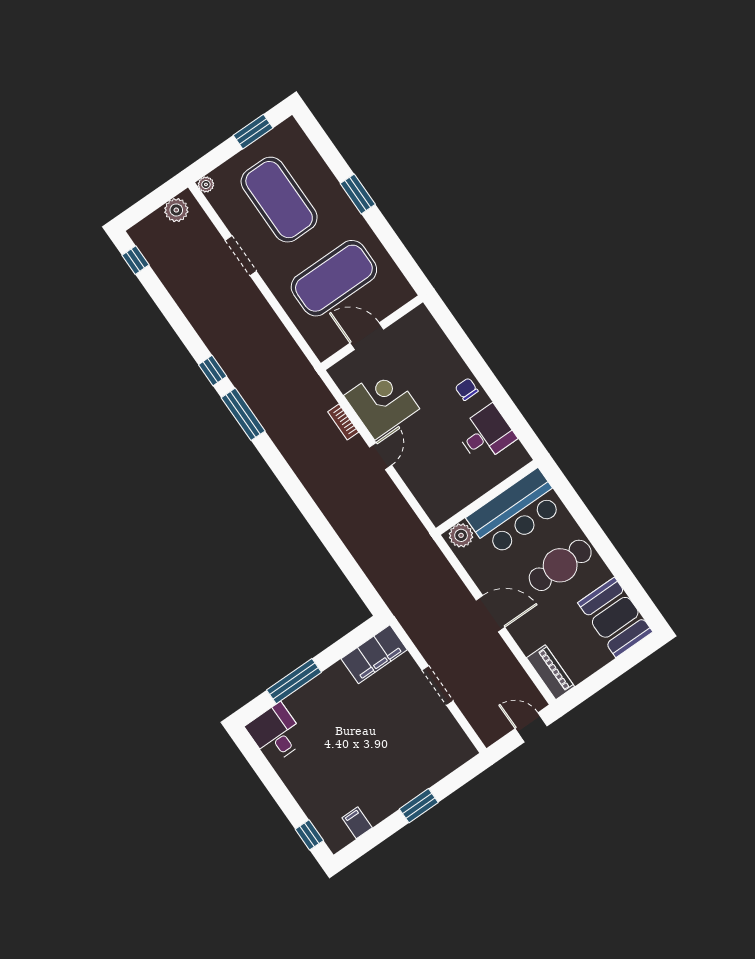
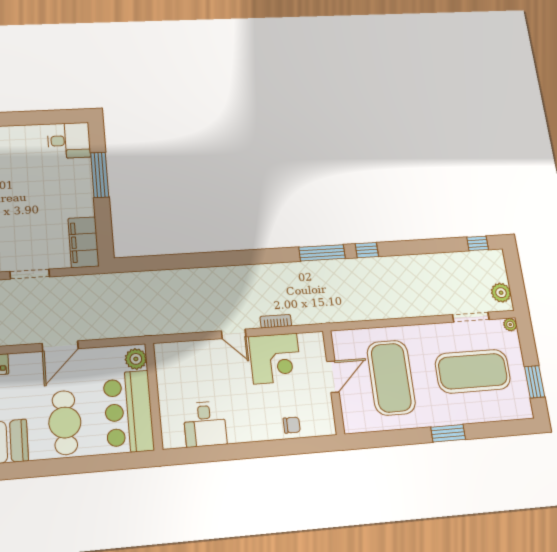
doorway: (241, 256) -> (471, 317), moved
chair: (467, 389) -> (292, 425), moved

